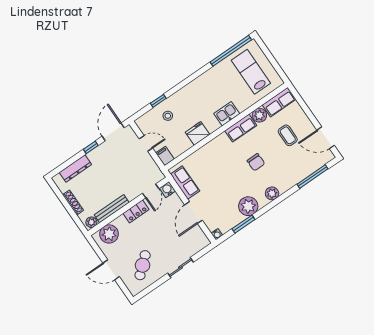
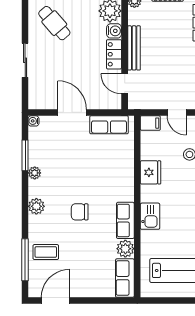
coffee table: (288, 135) -> (46, 252), moved
door: (146, 143) -> (177, 112), hinge flipped
water cooler: (167, 190) -> (114, 31), moved
plant: (248, 206) -> (35, 173), width x0.53, depth x0.53
bench: (112, 209) -> (134, 48), moved

